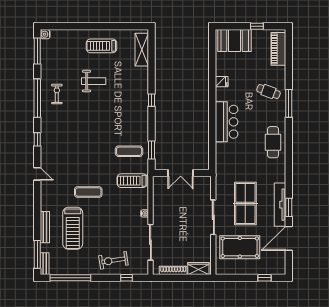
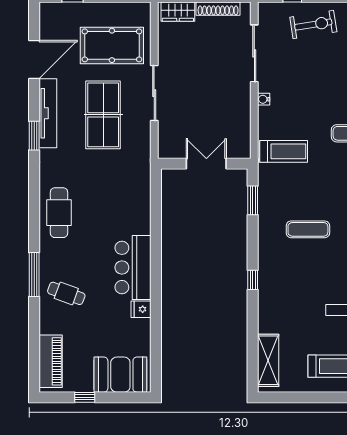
bar counter: (227, 122) -> (133, 267), moved
exercise mat: (129, 151) -> (308, 229), moved
window: (289, 207) -> (34, 136), moved

